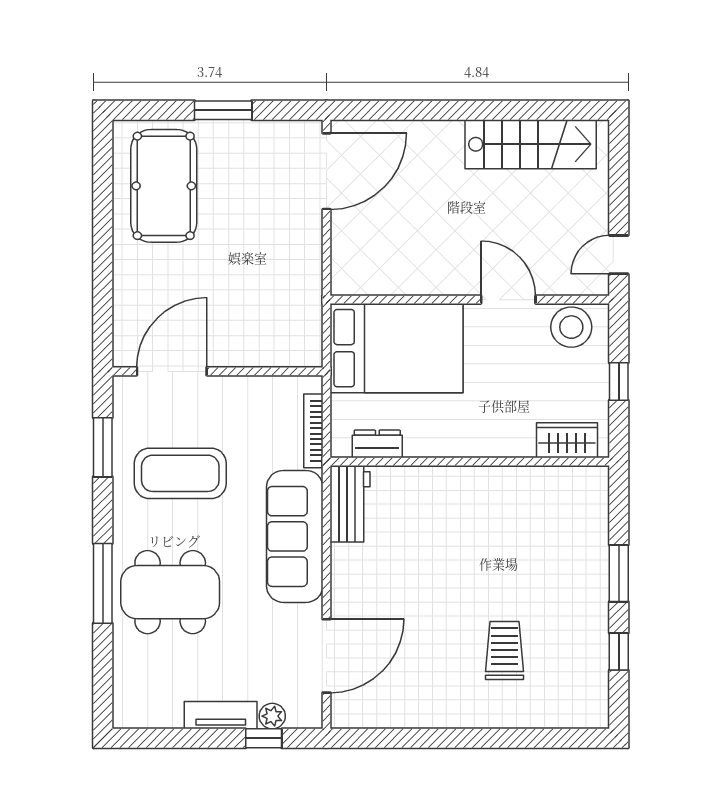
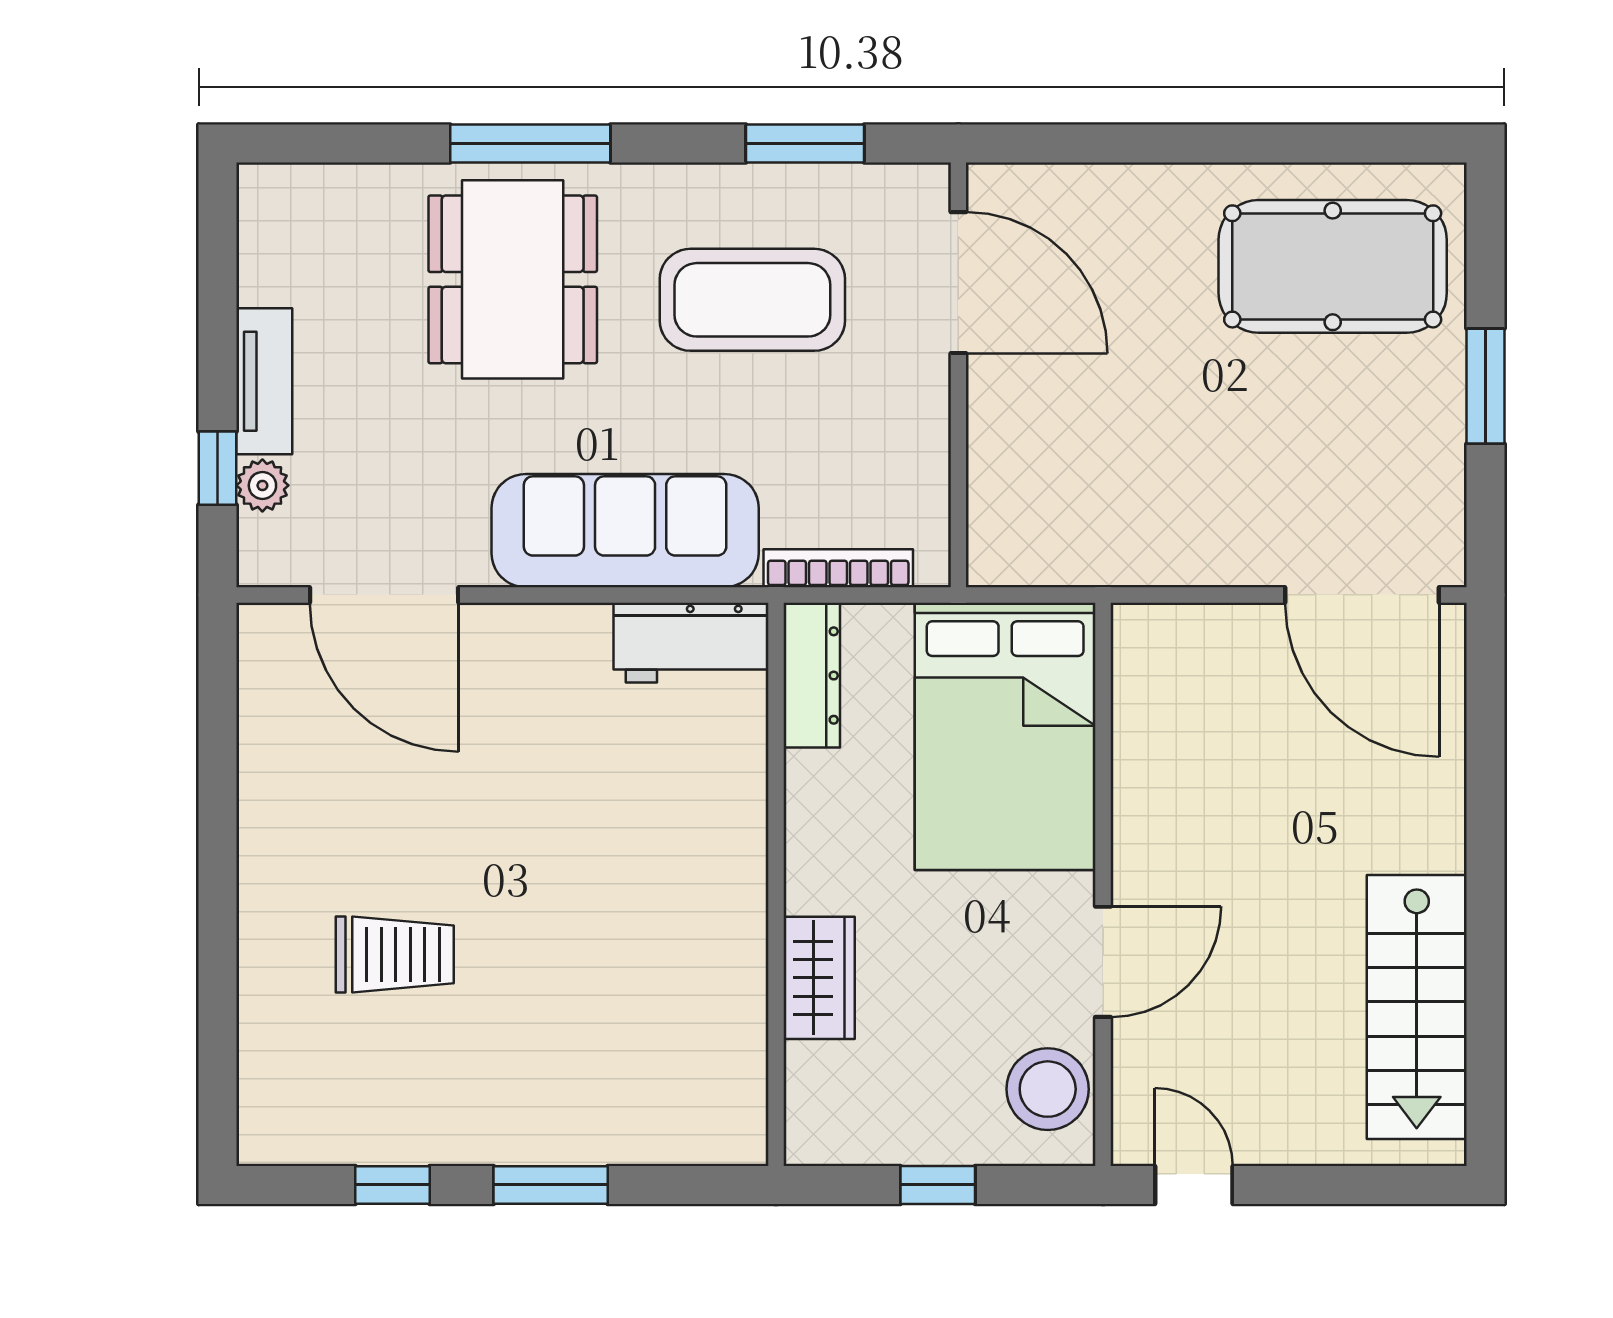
wardrobe: (567, 440) -> (819, 978), moved
dresser: (377, 444) -> (812, 676), width x1.44
coffee table: (180, 473) -> (752, 300), turned 90

